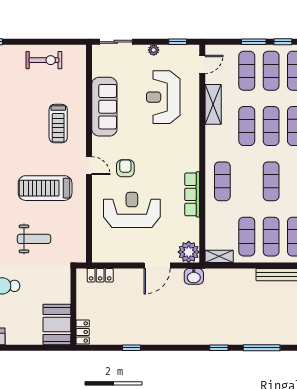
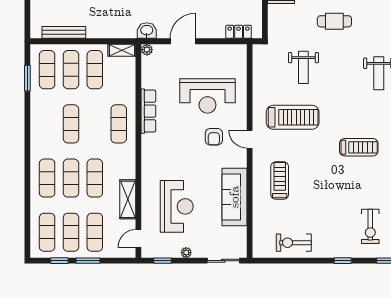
weight bench: (34, 239) -> (303, 67), turned -90
plant: (189, 252) -> (147, 50), width x0.53, depth x0.53

